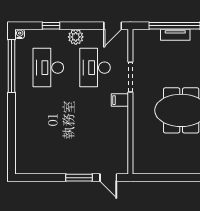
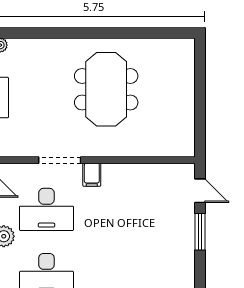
door: (108, 178) -> (200, 191), hinge flipped

